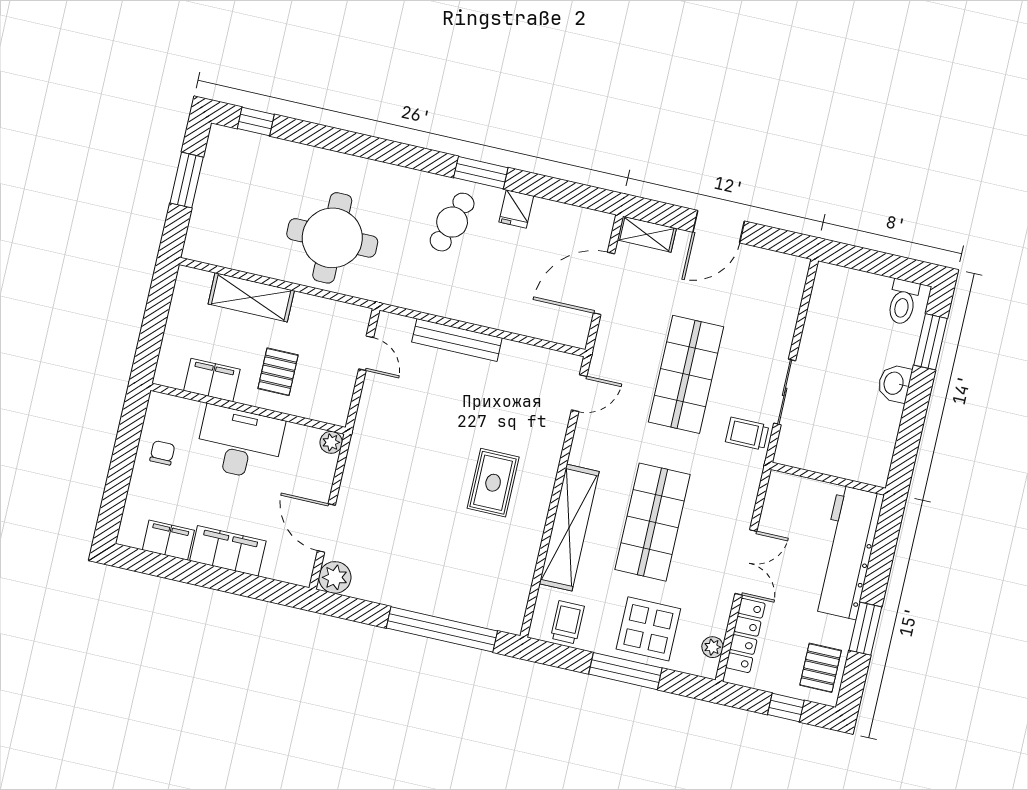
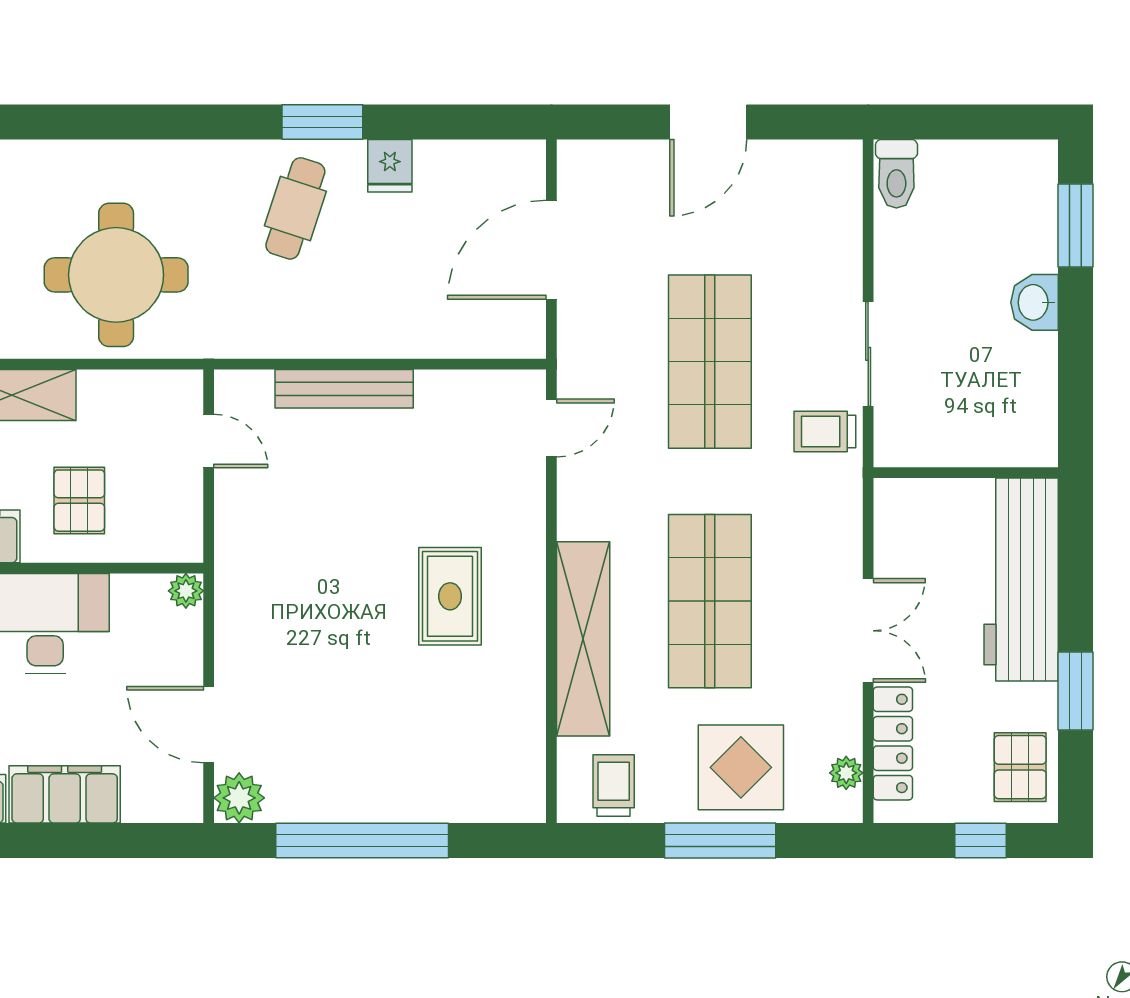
shelving: (647, 234) -> (600, 159), removed
toilet: (903, 302) -> (896, 174), moved
window: (442, 629) -> (362, 841), moved

